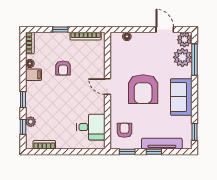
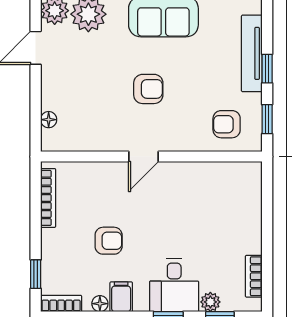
window: (60, 30) -> (36, 274), moved
armchair: (143, 89) -> (148, 89), width x0.53, depth x0.53
desk: (91, 127) -> (174, 285), moved, turned 180

